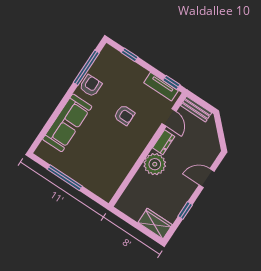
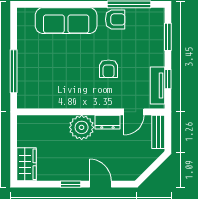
window: (130, 55) -> (168, 37), width x1.50
window: (171, 82) -> (168, 79), moved
window: (65, 178) -> (14, 71), moved
window: (185, 211) -> (71, 184), moved

